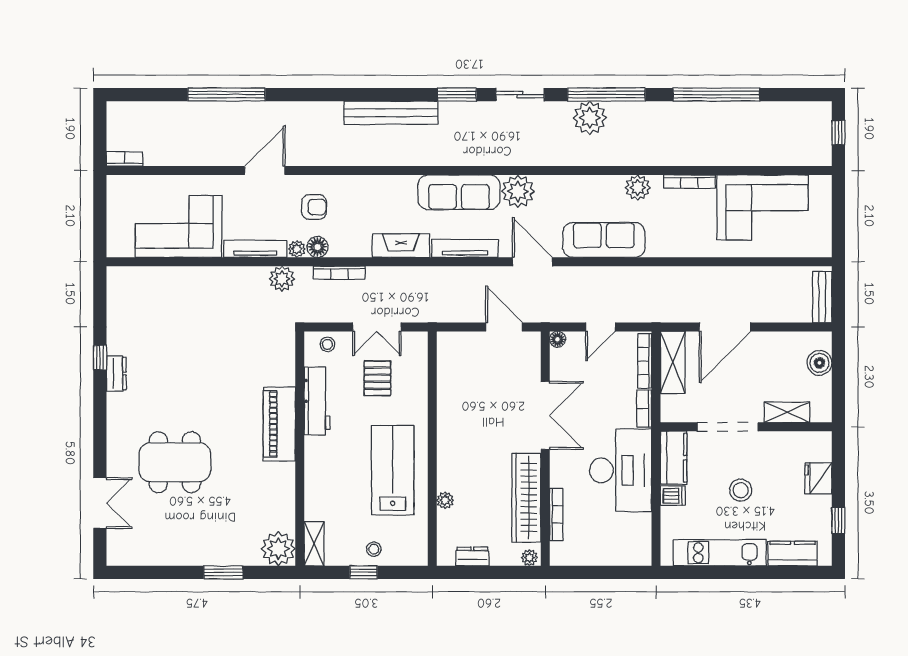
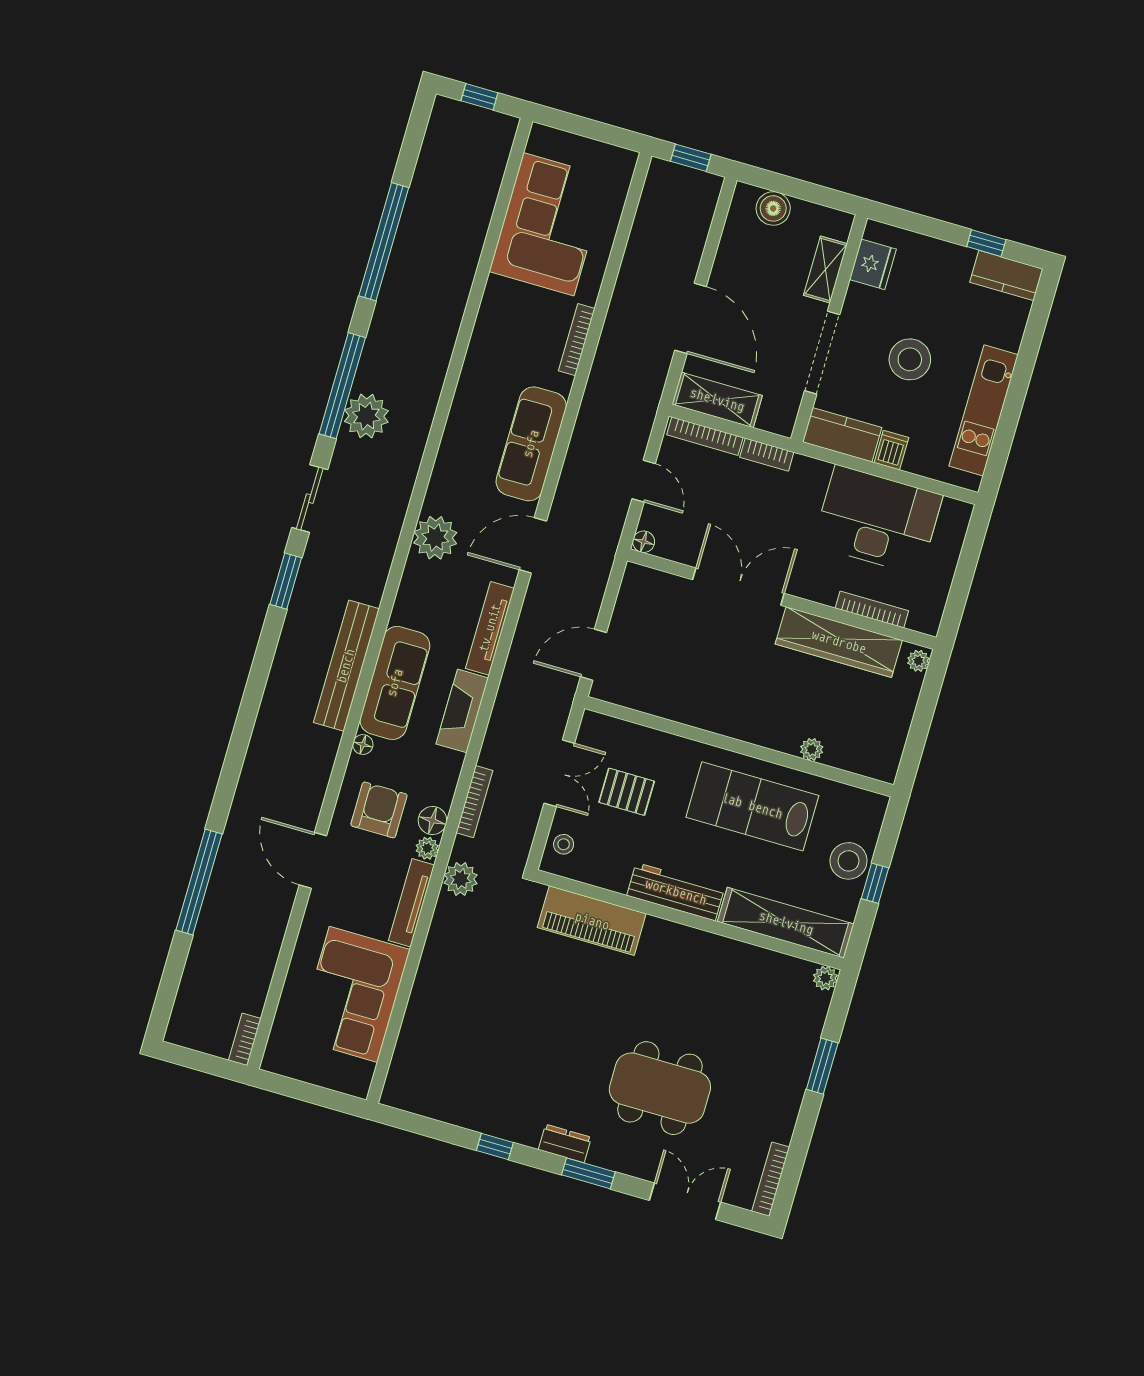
bench: (391, 113) -> (346, 666), moved
floor lamp: (357, 182) -> (363, 745), added
bookcase: (689, 182) -> (577, 340), moved, turned 180
plant: (638, 187) -> (475, 380), removed
sofa: (459, 192) -> (395, 683), moved
armchair: (314, 207) -> (379, 810), width x1.38, depth x1.38
window: (838, 294) -> (691, 158), added
bench: (822, 297) -> (688, 180), removed
door: (504, 327) -> (594, 655), moved
dresser: (116, 374) -> (565, 1143), moved
workbench: (317, 401) -> (676, 892), moved
piano: (279, 424) -> (592, 921), moved
window: (100, 429) -> (588, 1173), added
dining table: (175, 462) -> (660, 1088), turned 90
desk: (621, 470) -> (878, 520), moved
fridge: (818, 478) -> (873, 264), moved, turned -90
stool: (741, 490) -> (910, 359), width x1.38, depth x1.38
shelving: (314, 544) -> (786, 923), width x2.20, depth x1.33
plant: (278, 549) -> (825, 978), width x0.53, depth x0.53
stool: (374, 549) -> (848, 861), width x1.89, depth x1.89
kitchen counter: (792, 554) -> (1006, 276), moved, turned -90
dresser: (472, 556) -> (895, 735), removed
bookcase: (133, 559) -> (771, 1179), added

